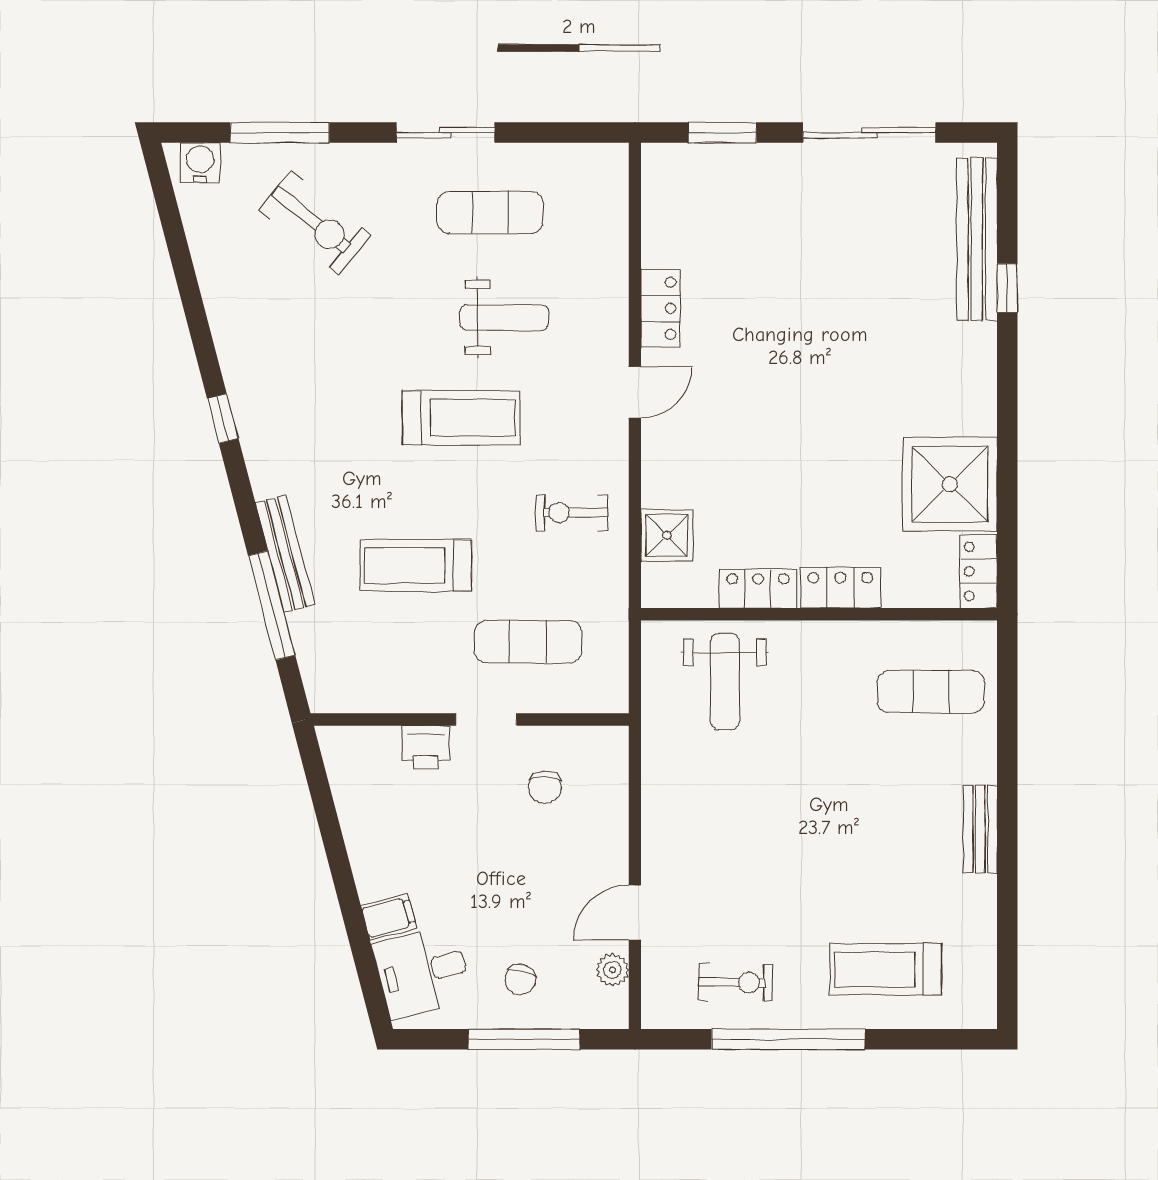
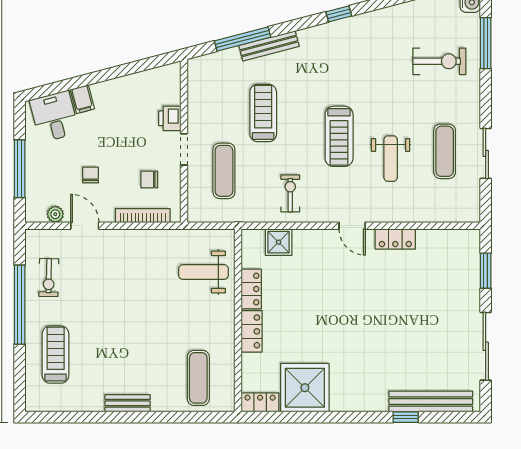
sliding door: (445, 133) -> (486, 153), moved
exercise bike: (315, 223) -> (439, 61), turned -129
bookcase: (615, 800) -> (143, 216), added
chair: (520, 980) -> (90, 175), moved, turned 75

